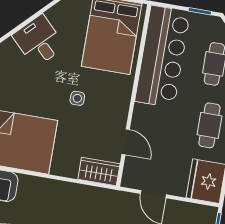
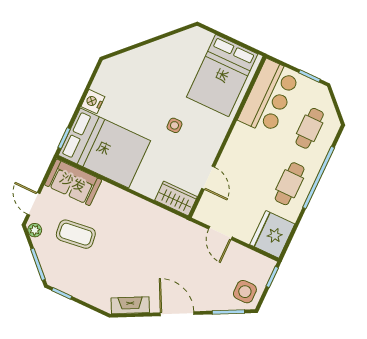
desk: (39, 41) -> (153, 63), removed
bar counter: (162, 57) -> (269, 97), width x0.73

